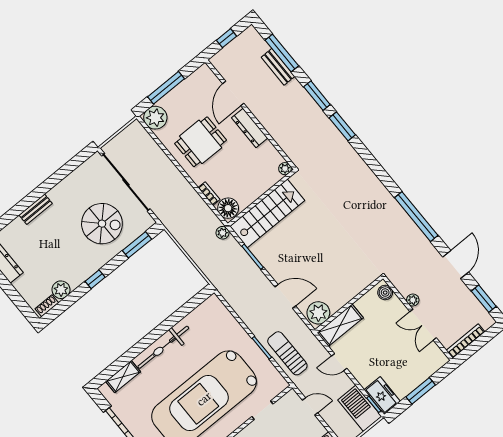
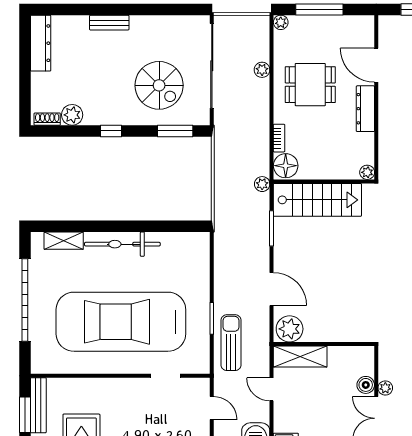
door: (233, 94) -> (376, 65), hinge flipped
plant: (155, 118) -> (281, 22), width x0.53, depth x0.53
plant: (161, 158) -> (262, 70), added
boiler: (385, 293) -> (366, 385), moved

